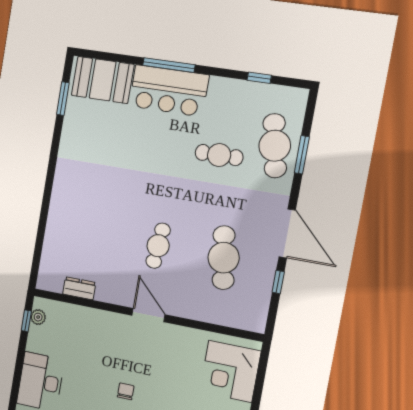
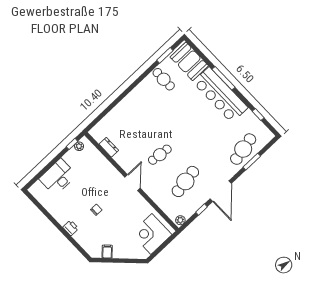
bar counter: (169, 91) -> (220, 95), width x1.36
cafe table: (219, 155) -> (164, 79), moved
plant: (258, 321) -> (180, 220), added

